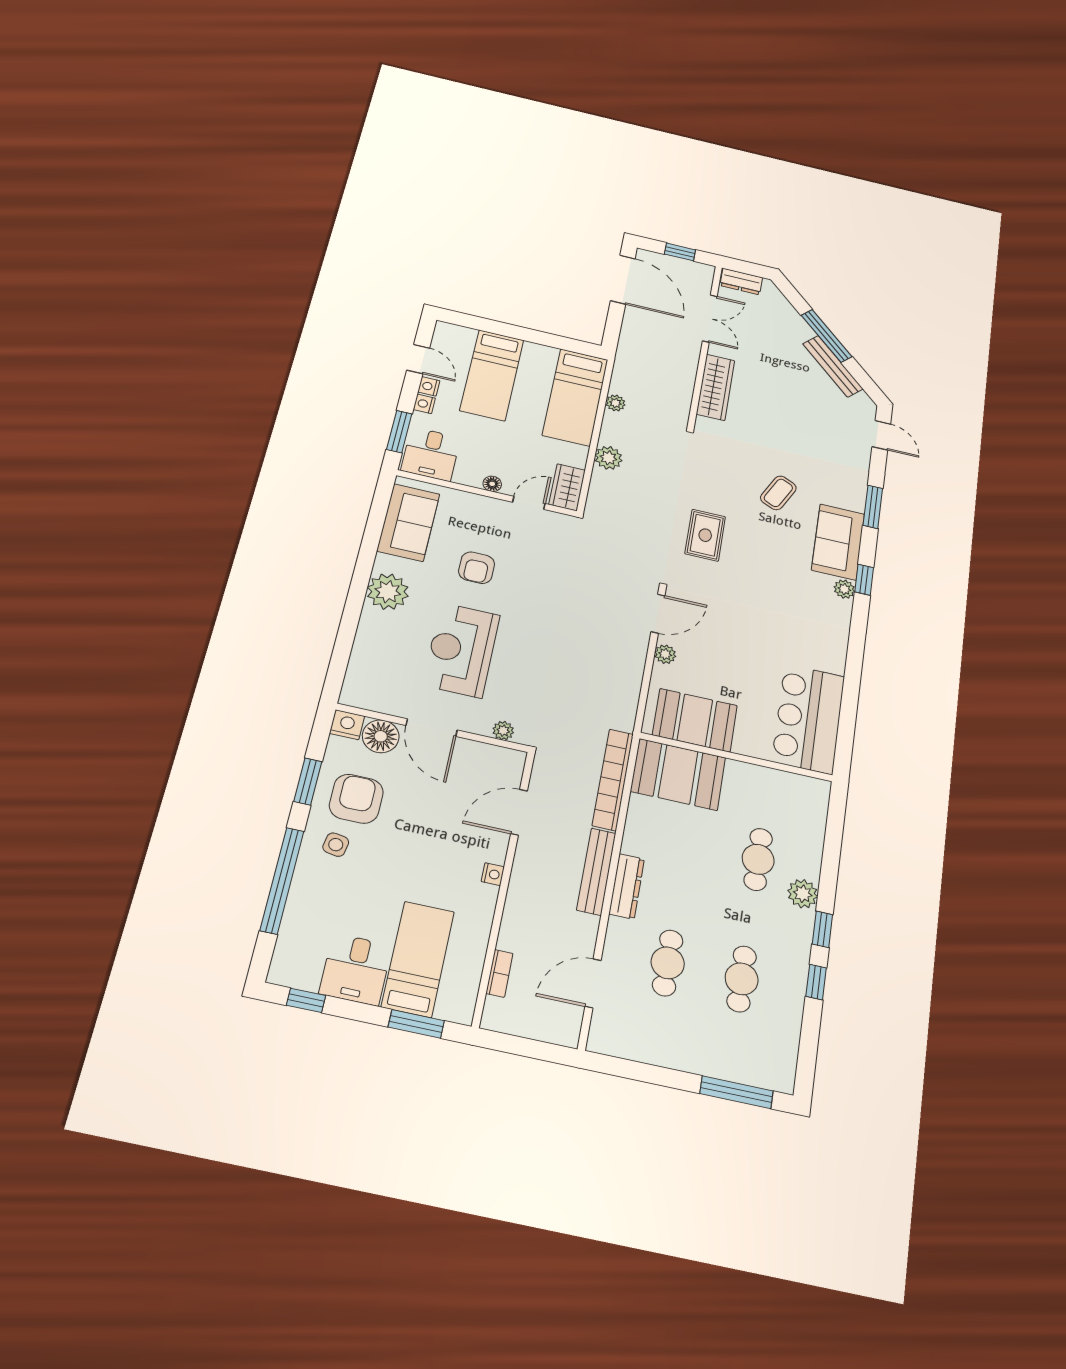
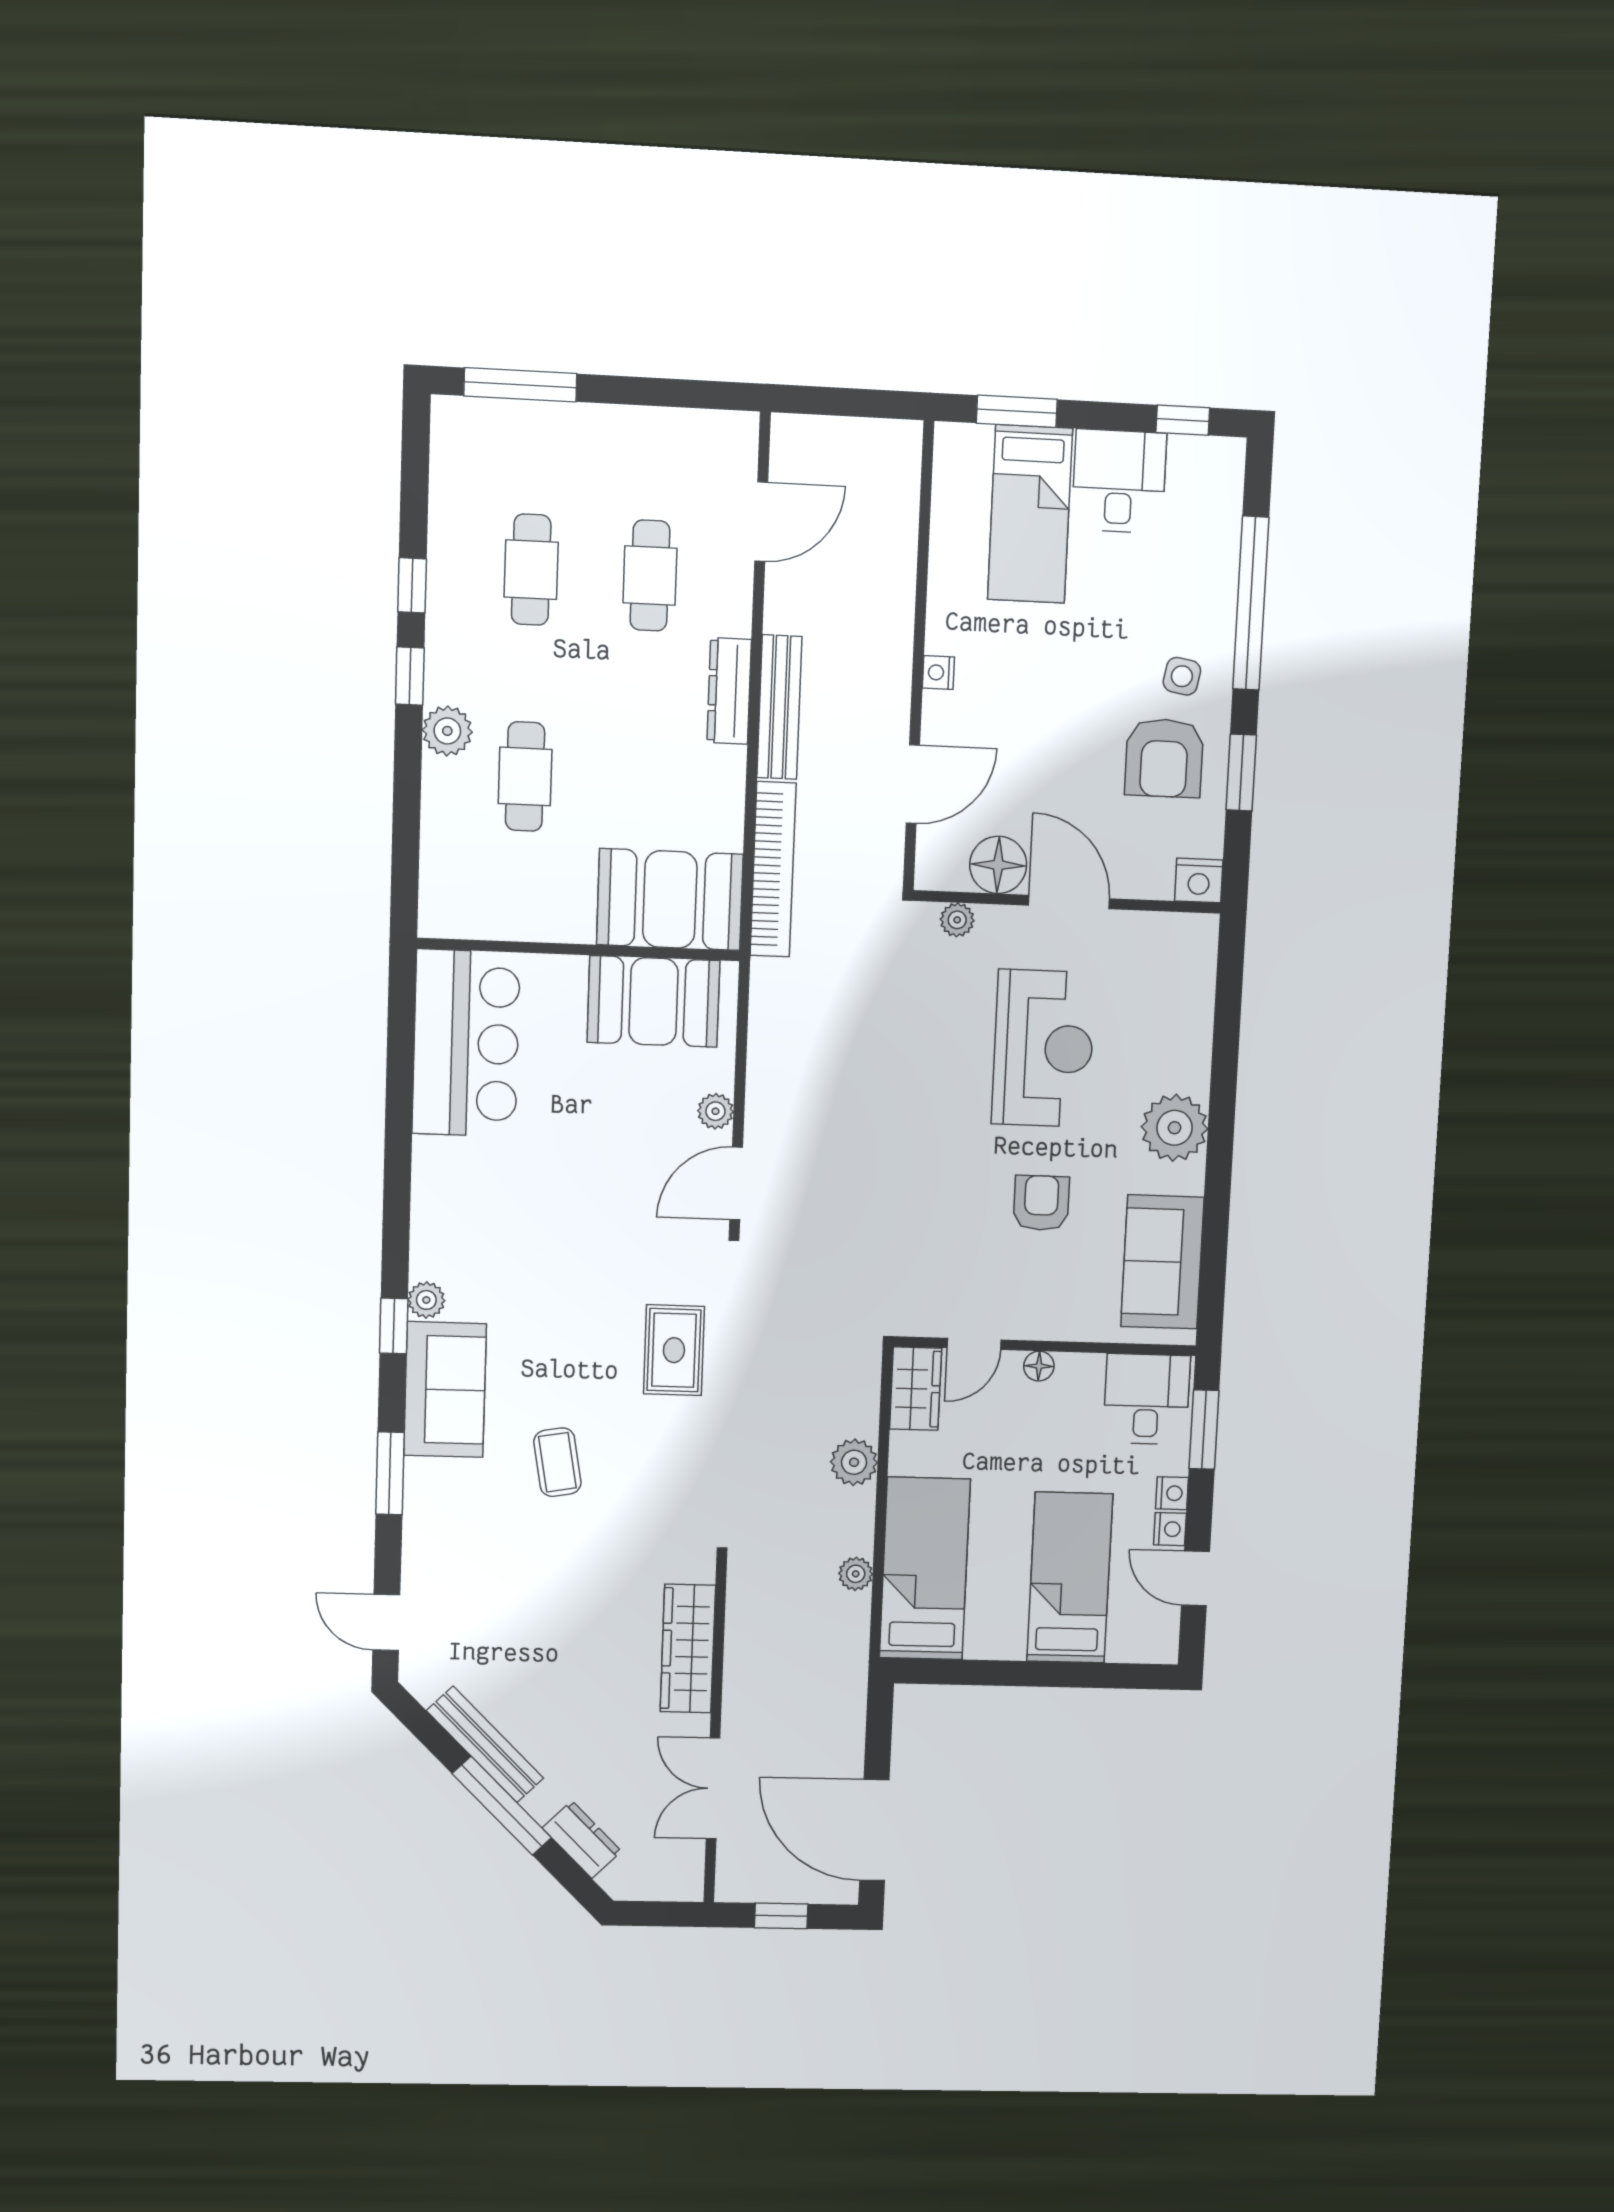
dresser: (741, 281) -> (582, 1840), moved, turned 45
coffee table: (778, 493) -> (557, 1462), turned -36
floor lamp: (381, 736) -> (998, 865), moved
bookcase: (499, 973) -> (905, 513), removed

